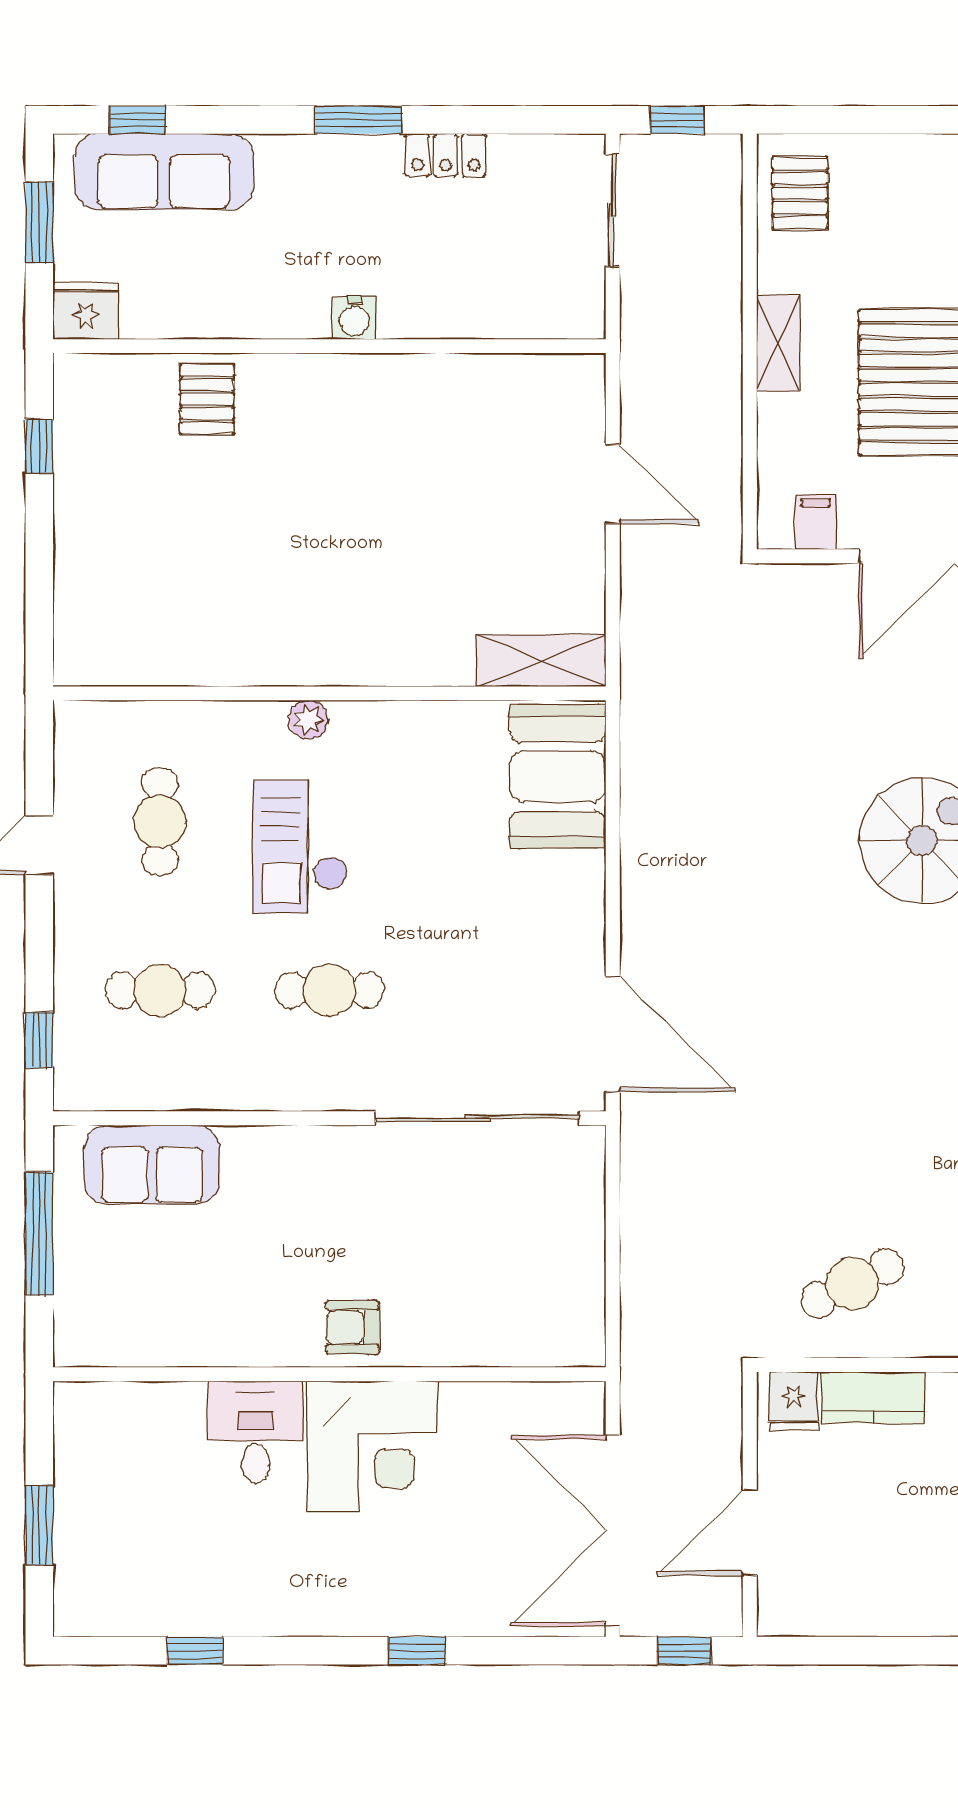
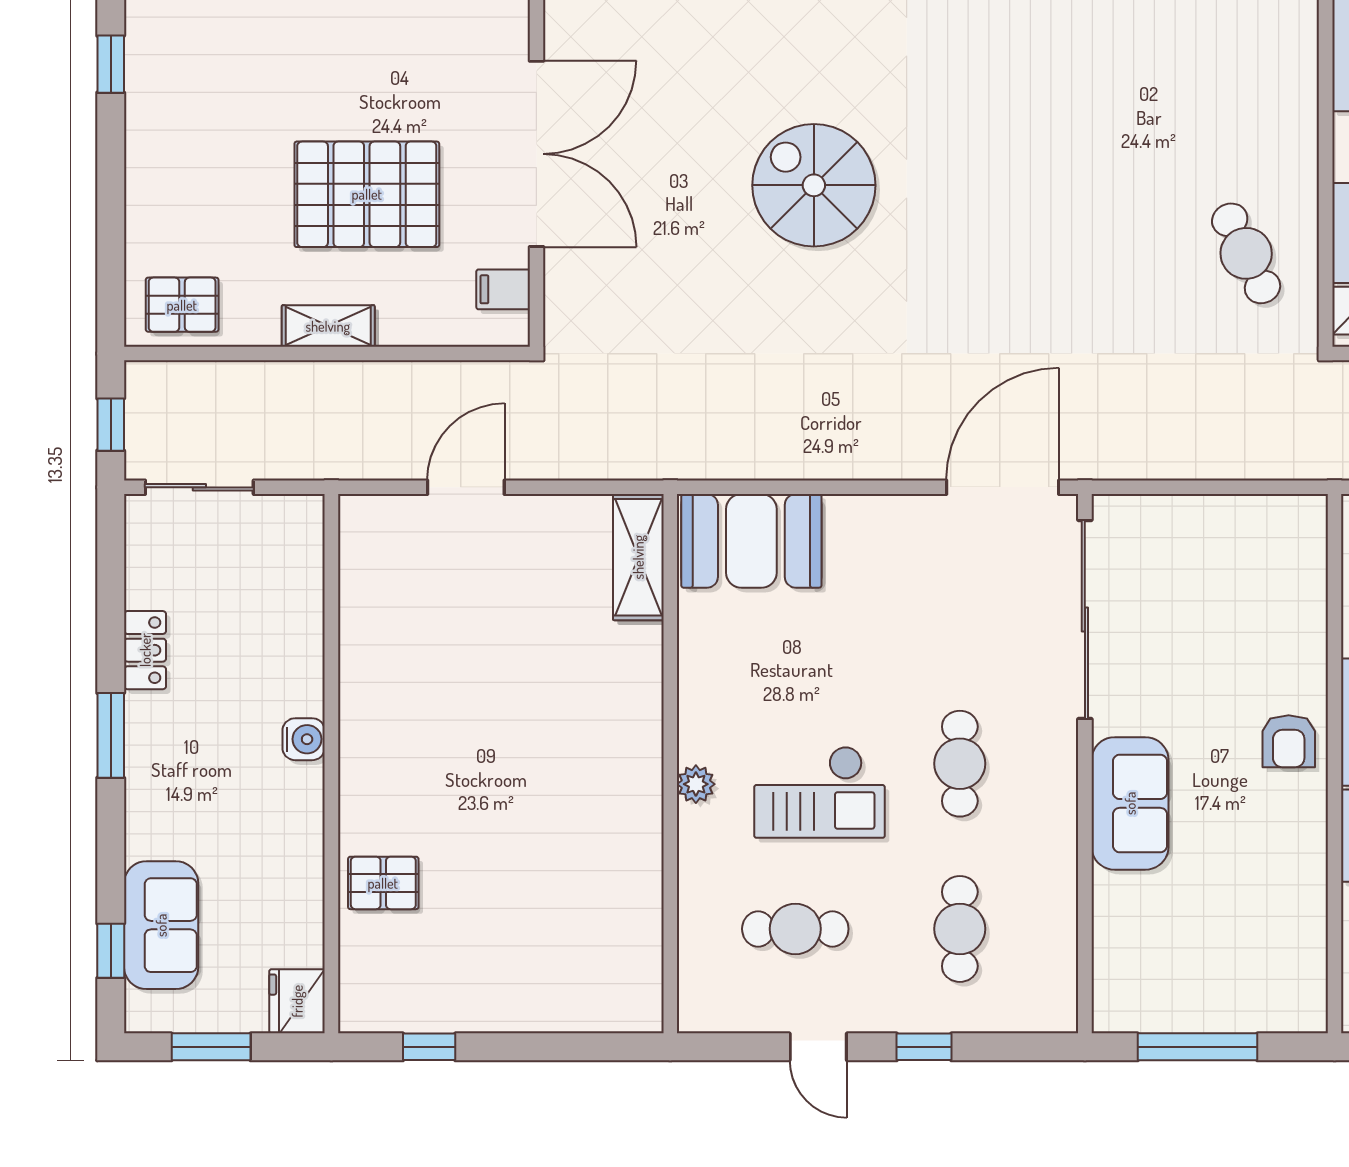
sofa: (164, 172) -> (161, 925), width x0.73
window: (39, 1040) -> (924, 1047), moved
sofa: (152, 1165) -> (1130, 803), moved

